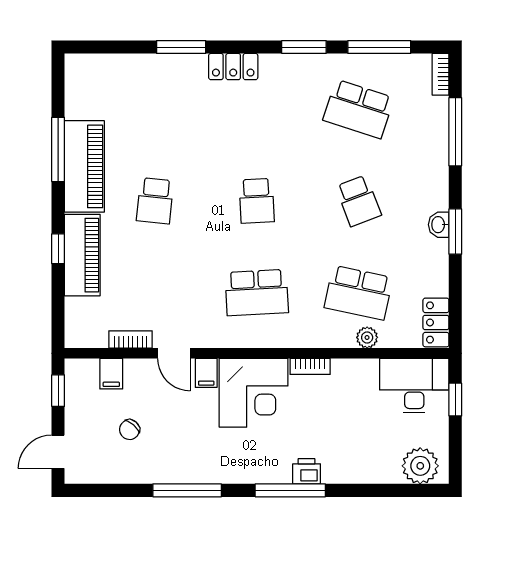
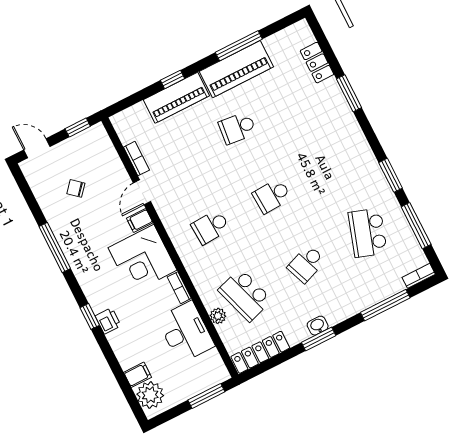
locker: (233, 67) -> (317, 63), moved
school desk: (257, 293) -> (211, 227), width x0.54
school desk: (358, 293) -> (245, 295), turned -30
locker: (436, 322) -> (260, 352), width x1.53
filing cabinet: (111, 374) -> (138, 375), moved, turned 180
desk: (414, 386) -> (186, 332), moved
window: (455, 400) -> (206, 396), width x1.50
window: (290, 490) -> (90, 316), width x0.46

